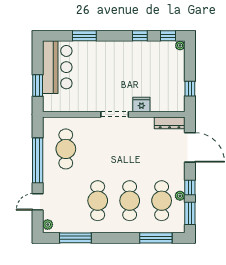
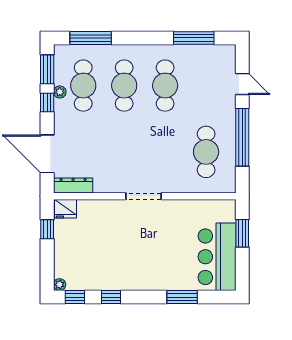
fridge: (141, 105) -> (66, 209), moved
door: (38, 202) -> (242, 84), hinge flipped
plant: (48, 225) -> (229, 55), removed

